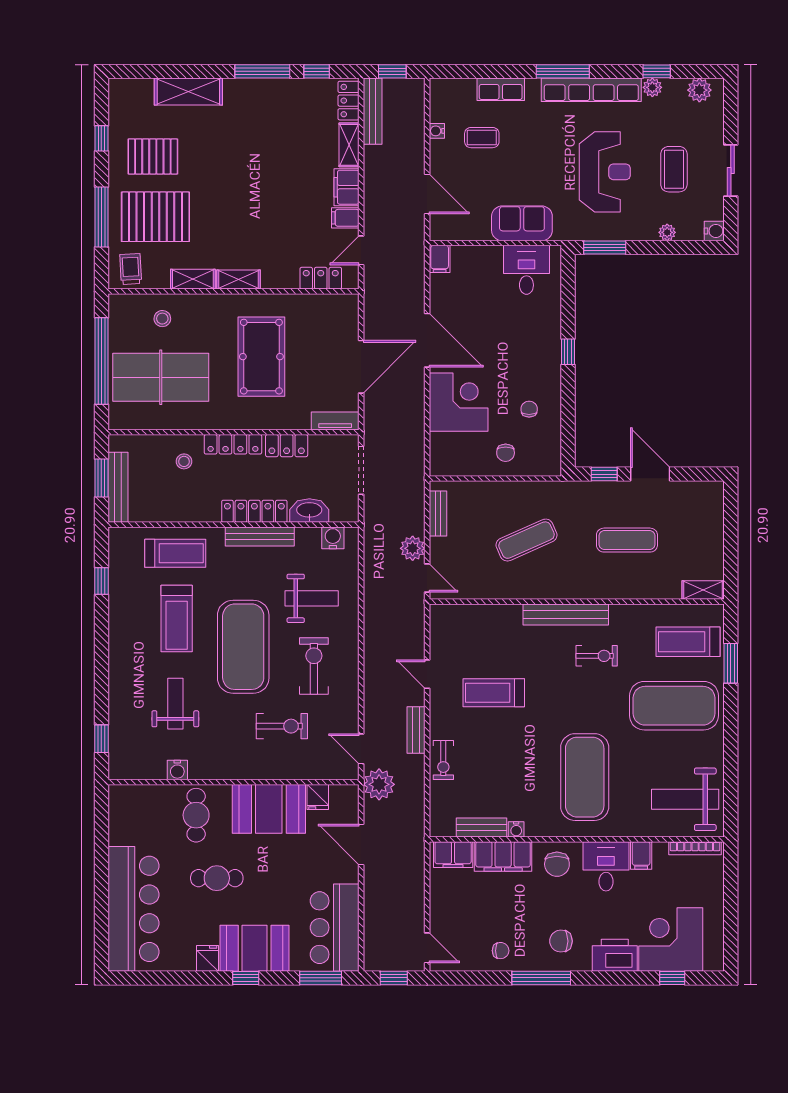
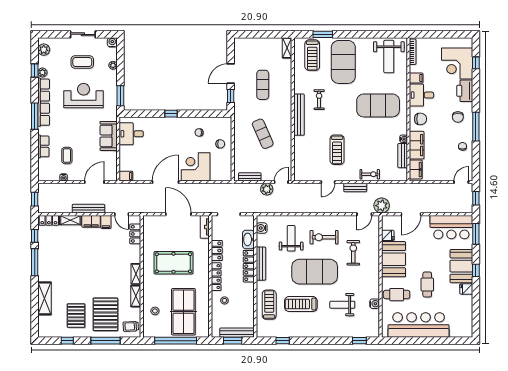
bench: (373, 111) -> (89, 209), moved
treadmill: (177, 618) -> (301, 304), turned 180
bar counter: (134, 909) -> (419, 325), moved

